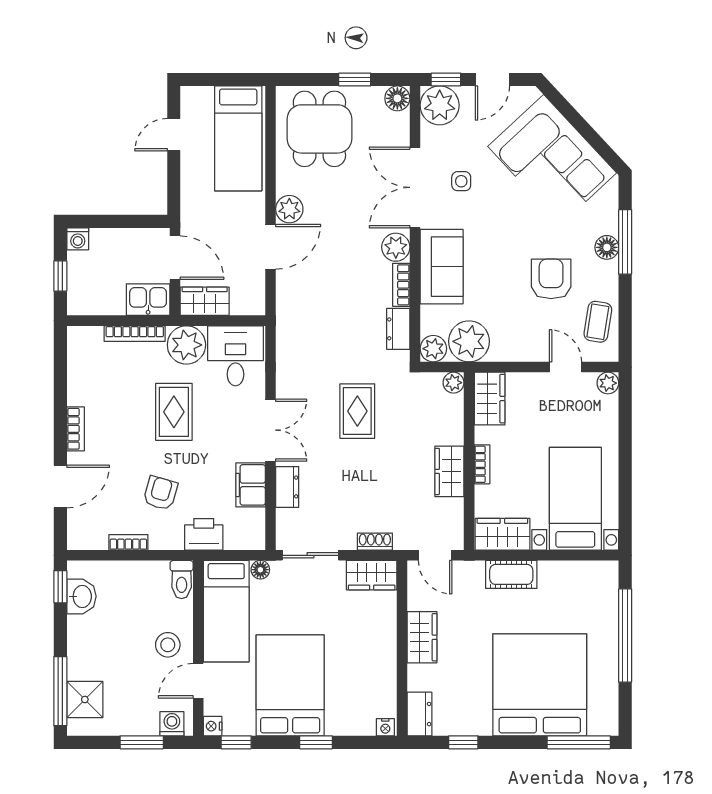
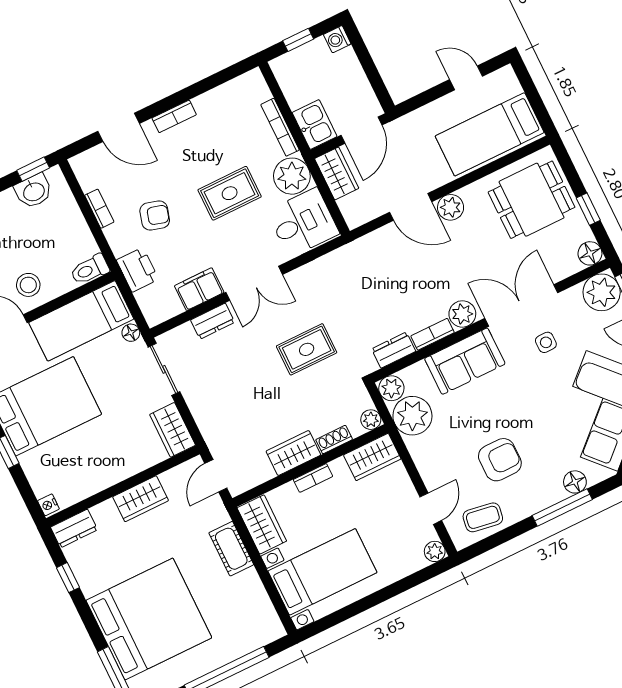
floor lamp: (607, 247) -> (575, 482), moved
shoe rack: (375, 542) -> (334, 440), moved, turned -90

